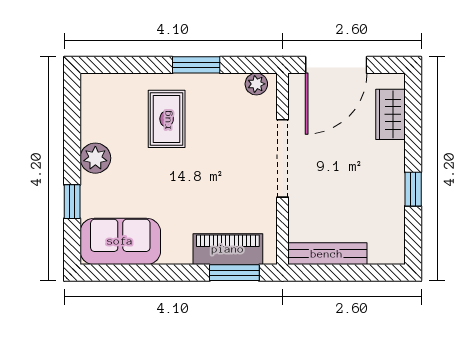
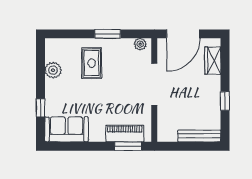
plant: (95, 158) -> (53, 70), moved
bench: (327, 254) -> (199, 136), moved

